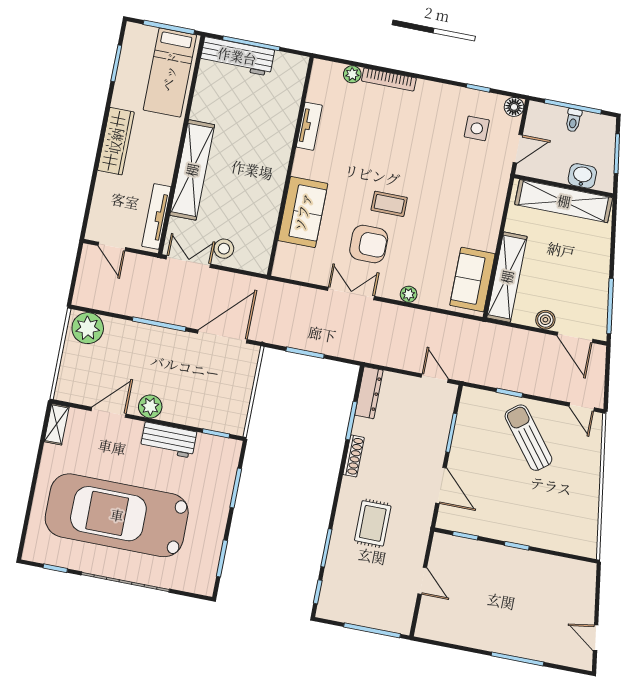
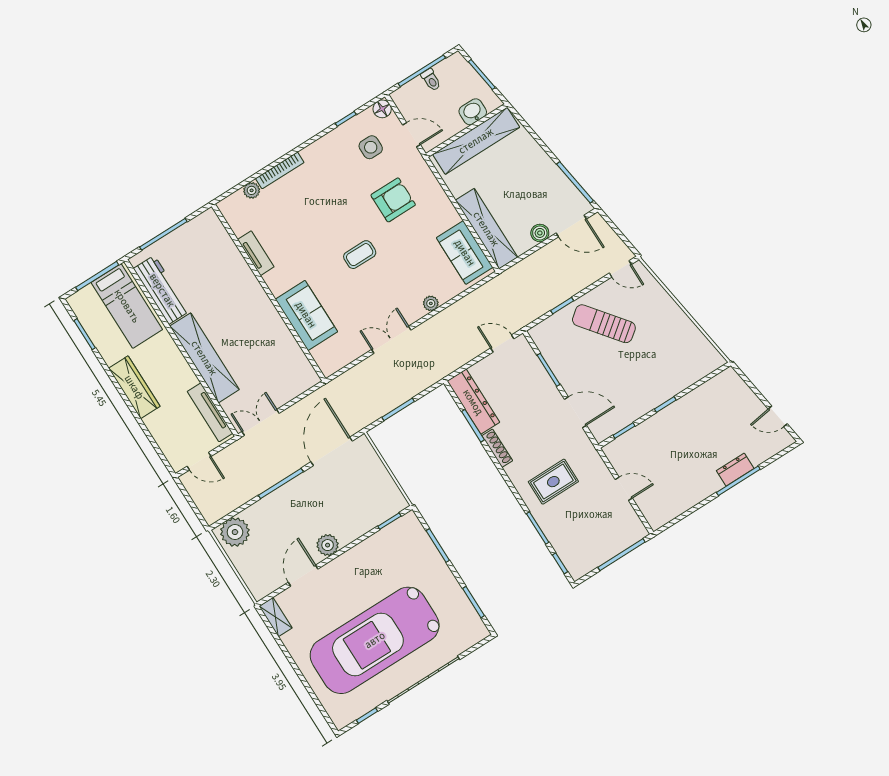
workbench: (237, 56) -> (162, 290), moved, turned -90
door: (518, 149) -> (412, 135), hinge flipped
armchair: (369, 244) -> (393, 200), moved
stool: (224, 249) -> (276, 391), removed
dresser: (369, 393) -> (473, 402), width x1.37, depth x1.24
workbench: (169, 440) -> (362, 556), removed
rug: (373, 523) -> (553, 482), turned 90
dresser: (523, 648) -> (735, 470), added

